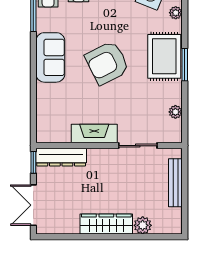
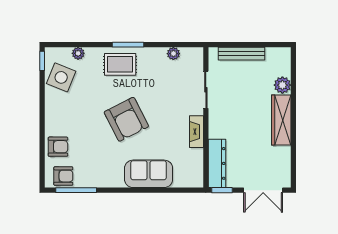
rug: (164, 56) -> (120, 64), width x0.73, depth x0.70
sofa: (50, 57) -> (149, 174), moved
fireplace: (94, 134) -> (196, 132), width x0.73, depth x0.76

